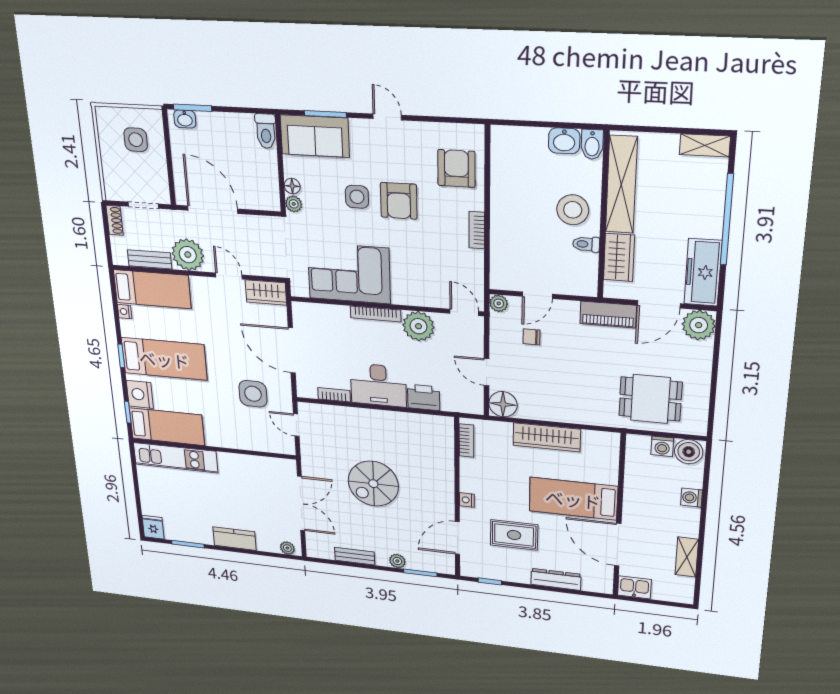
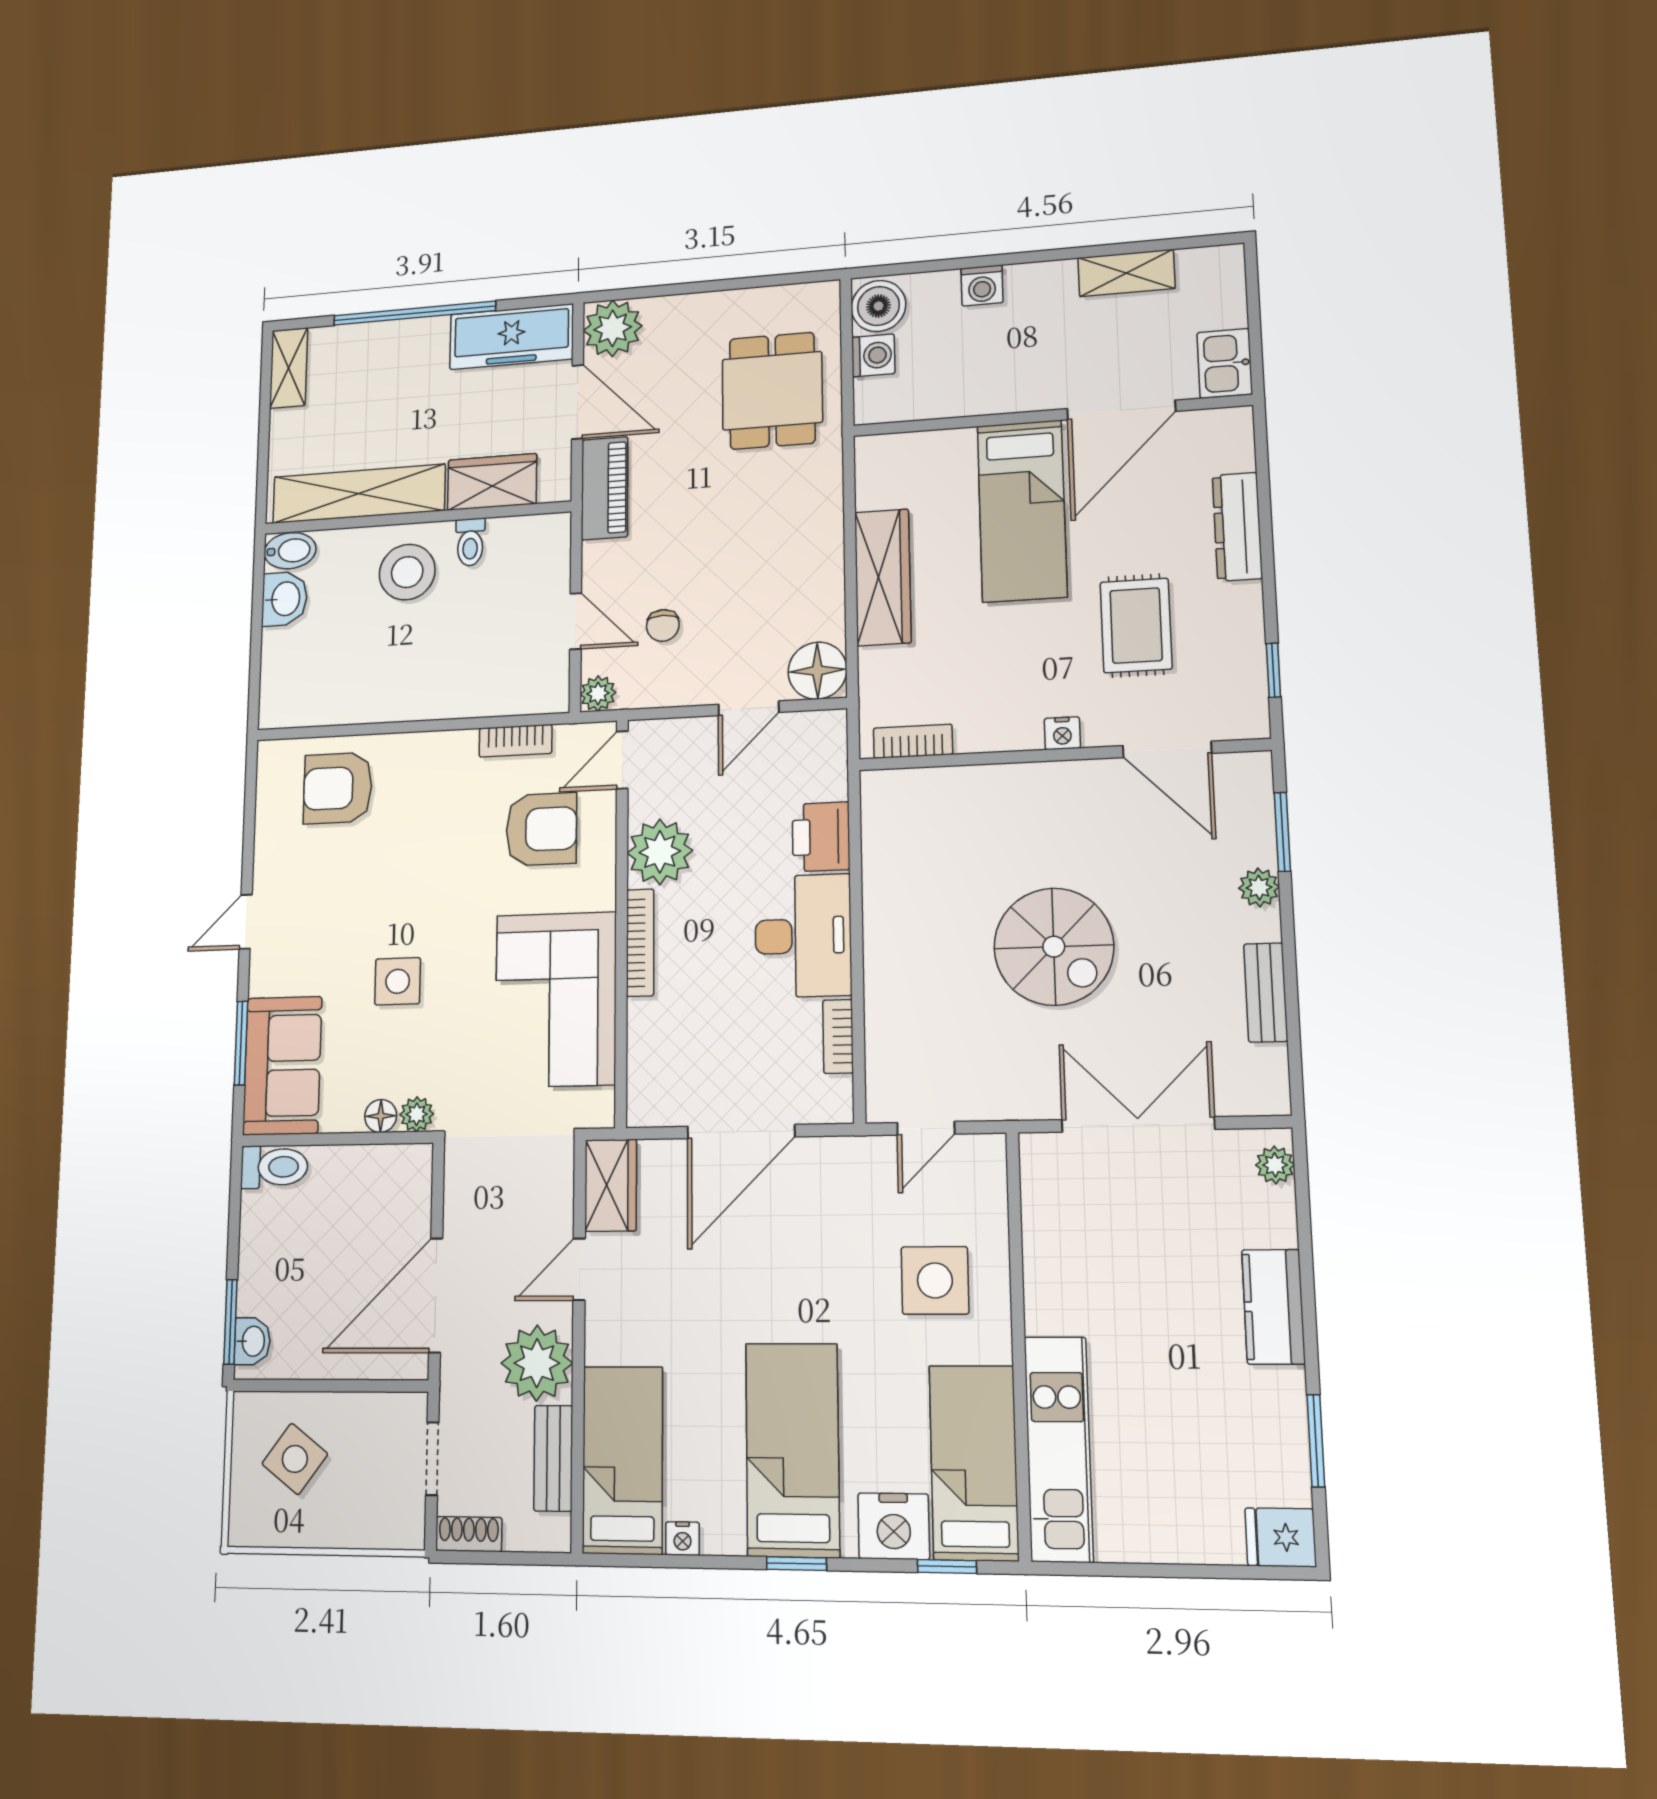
side table: (136, 140) -> (295, 1459), turned 37
armchair: (399, 201) -> (541, 829), moved
bookcase: (477, 230) -> (515, 741), moved
side table: (253, 394) -> (935, 1280), moved

